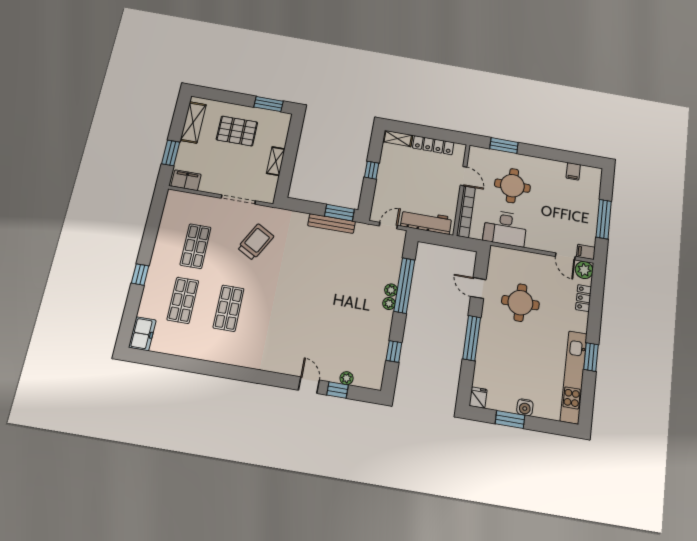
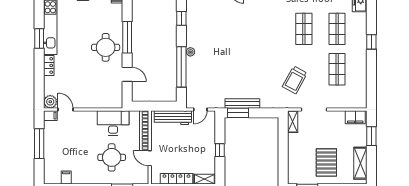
pallet: (237, 131) -> (326, 162), turned 90
shelving: (276, 161) -> (293, 122), moved
plant: (391, 290) -> (191, 62), removed
locker: (584, 298) -> (49, 65), moved
round table: (520, 303) -> (106, 47), moved

